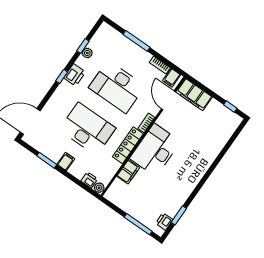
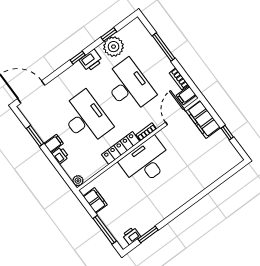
plant: (87, 53) -> (114, 47), width x1.88, depth x1.88
desk: (117, 87) -> (129, 86), turned 180
window: (230, 107) -> (227, 133), moved
filing cabinet: (128, 172) -> (95, 200), moved, turned -90
printer: (89, 180) -> (60, 156), moved

